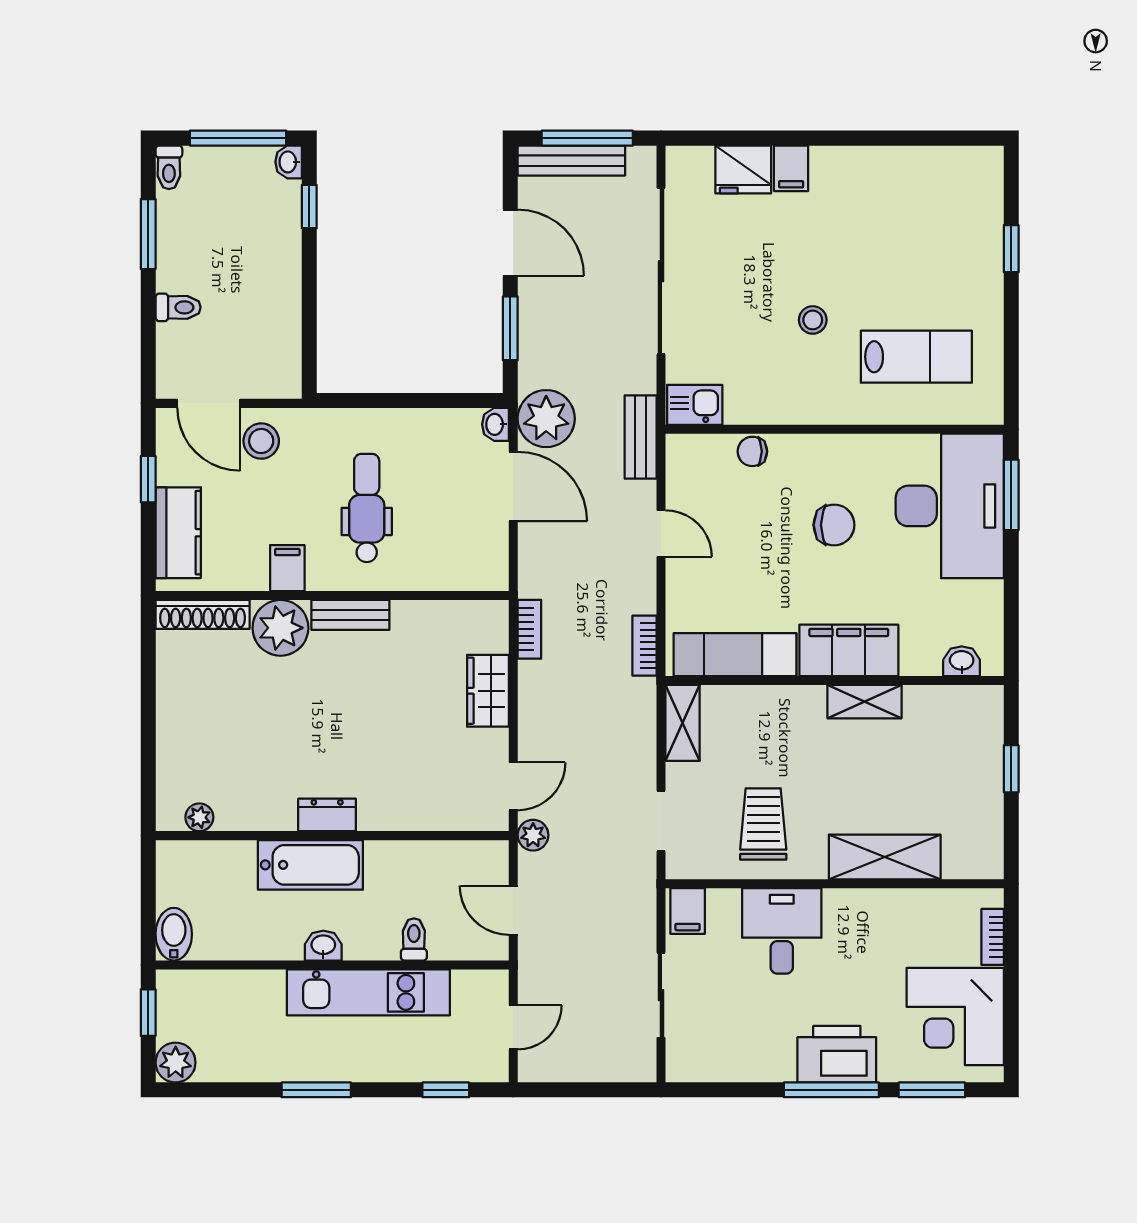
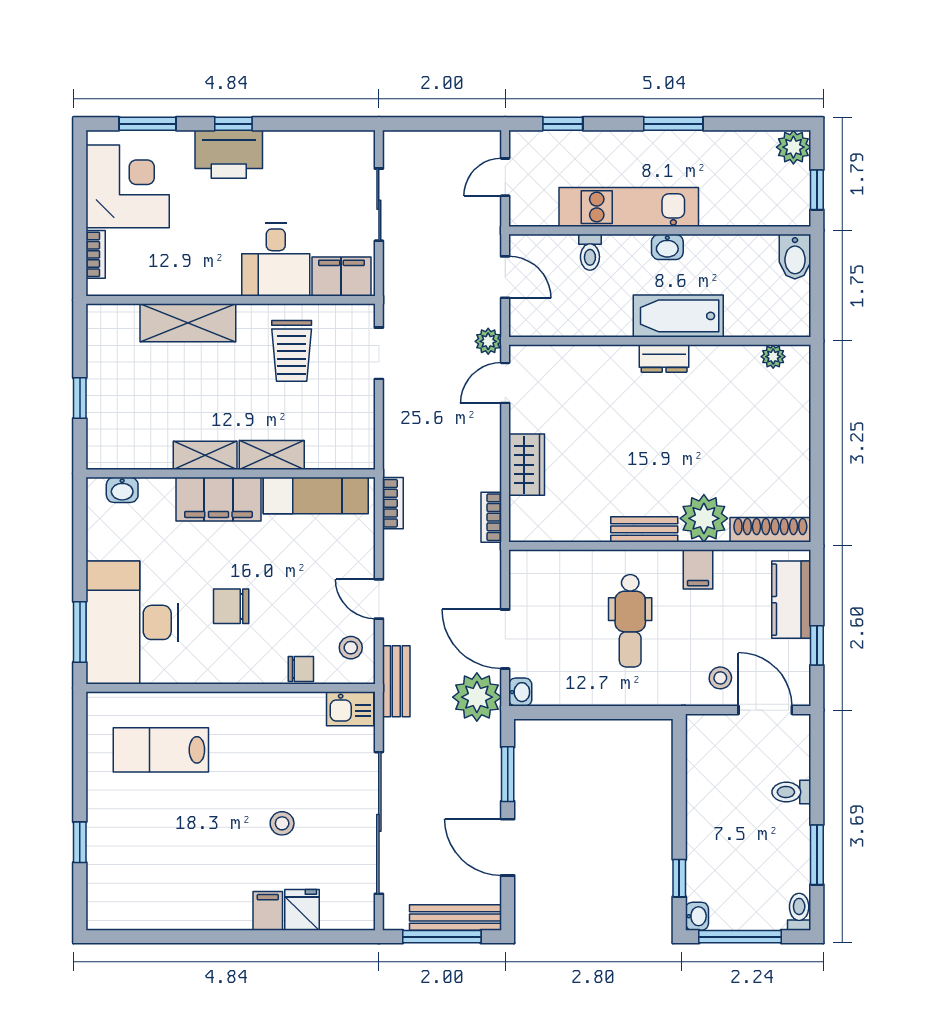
fridge: (743, 169) -> (302, 910), width x0.72
stool: (813, 320) -> (282, 823), moved
stool: (261, 441) -> (720, 678), width x0.73, depth x0.73
stool: (694, 476) -> (351, 648), added
shelving: (683, 723) -> (272, 455), moved, turned 90
filing cabinet: (688, 911) -> (341, 276), width x2.00
window: (831, 1090) -> (233, 124), width x0.46

